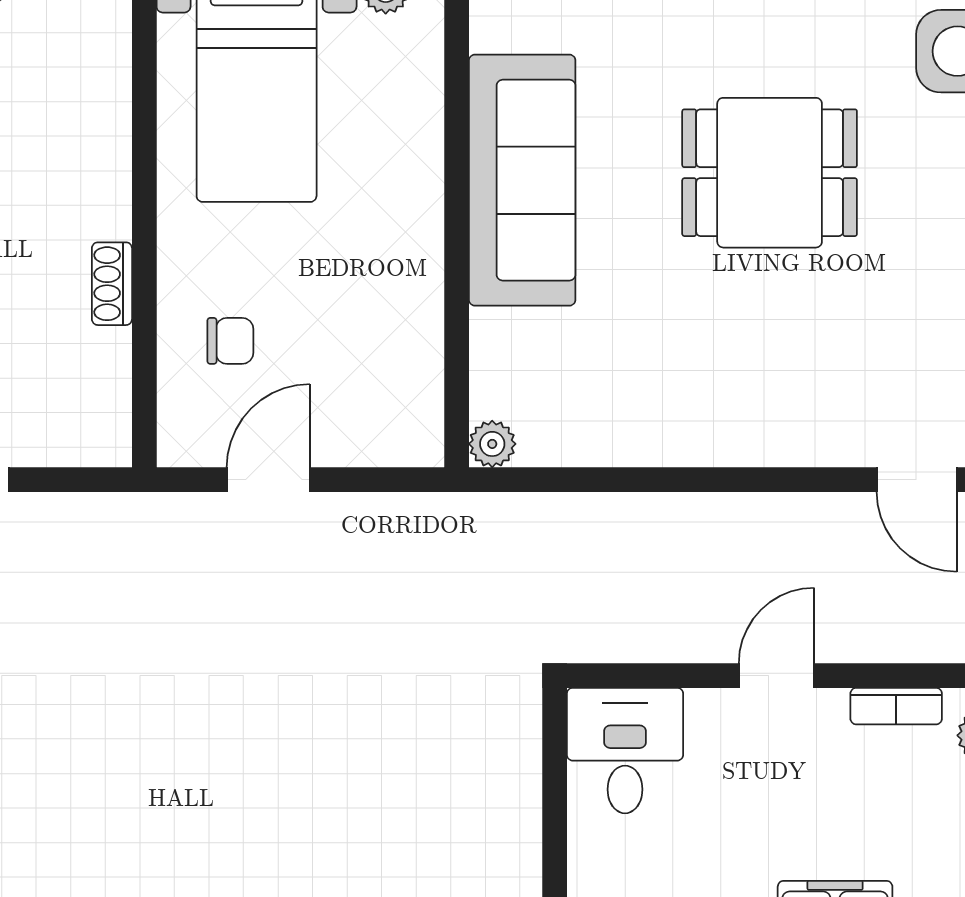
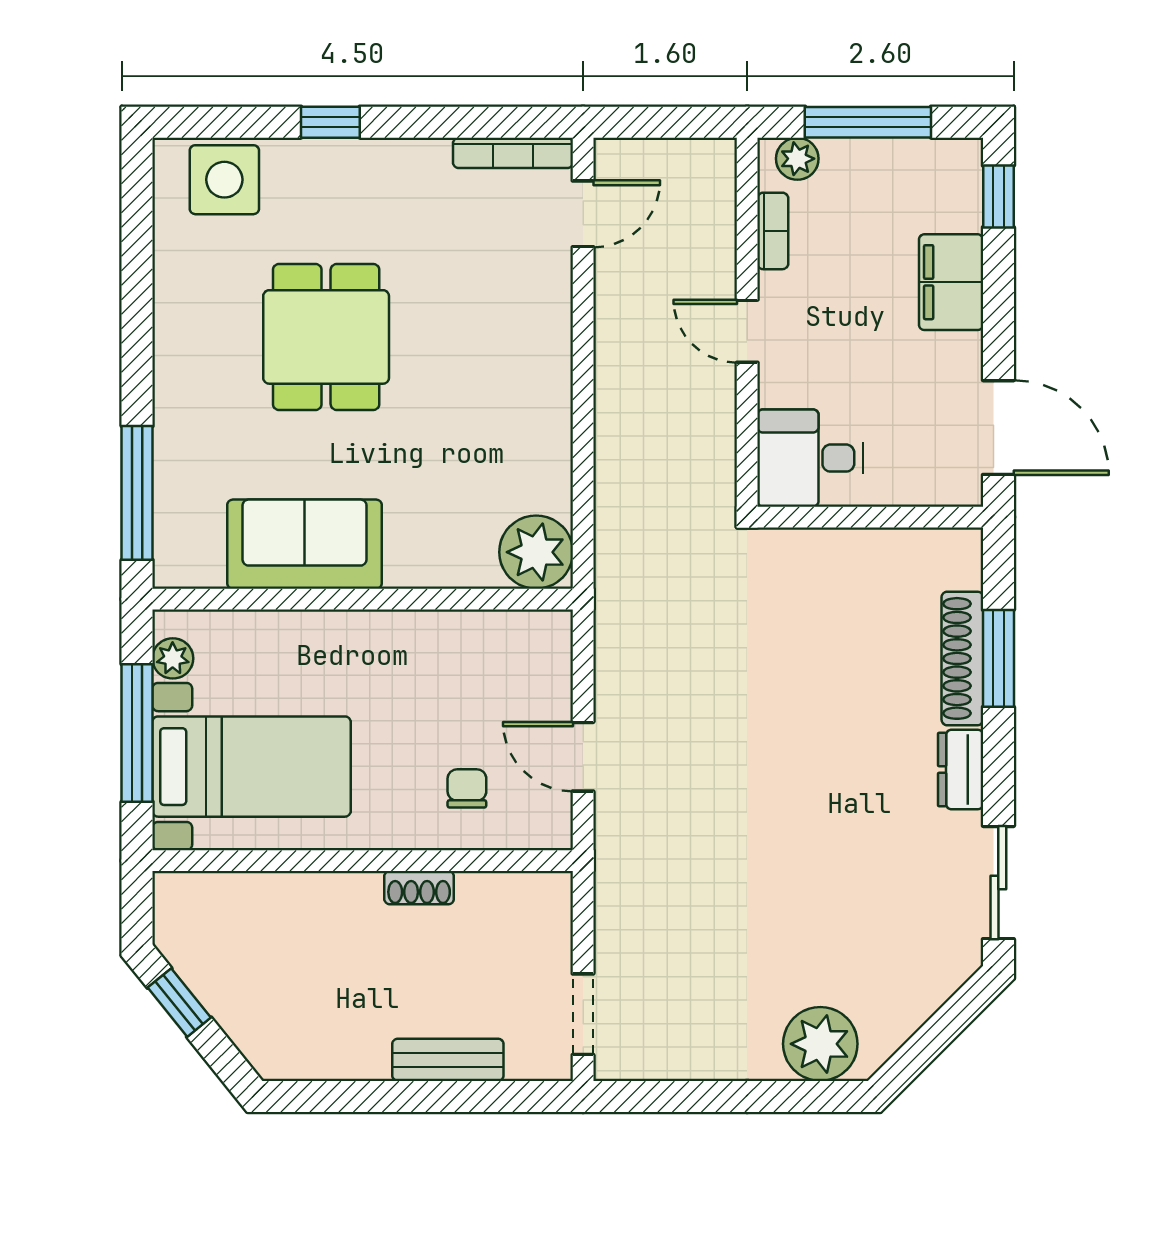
sofa: (522, 180) -> (305, 544), width x0.73
plant: (492, 444) -> (536, 552), width x1.87, depth x1.87

